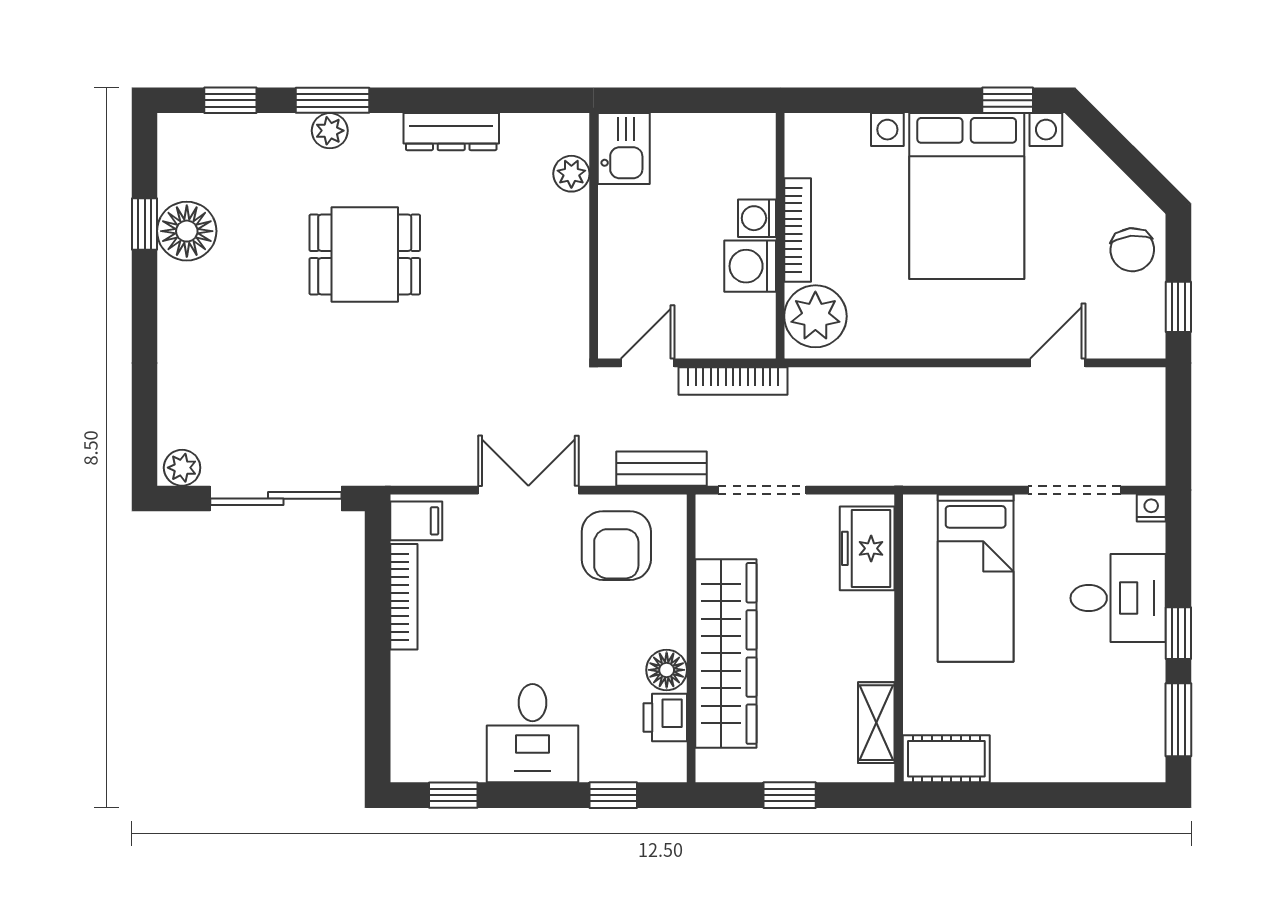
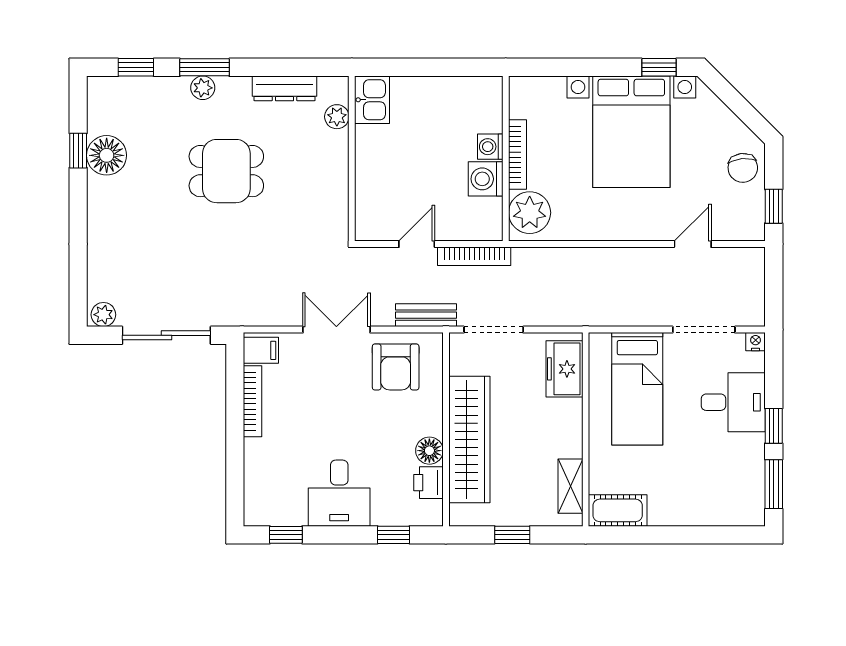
kitchen sink: (624, 149) -> (372, 100), moved
plant: (571, 174) -> (337, 117), moved
wall: (594, 236) -> (352, 158), moved

